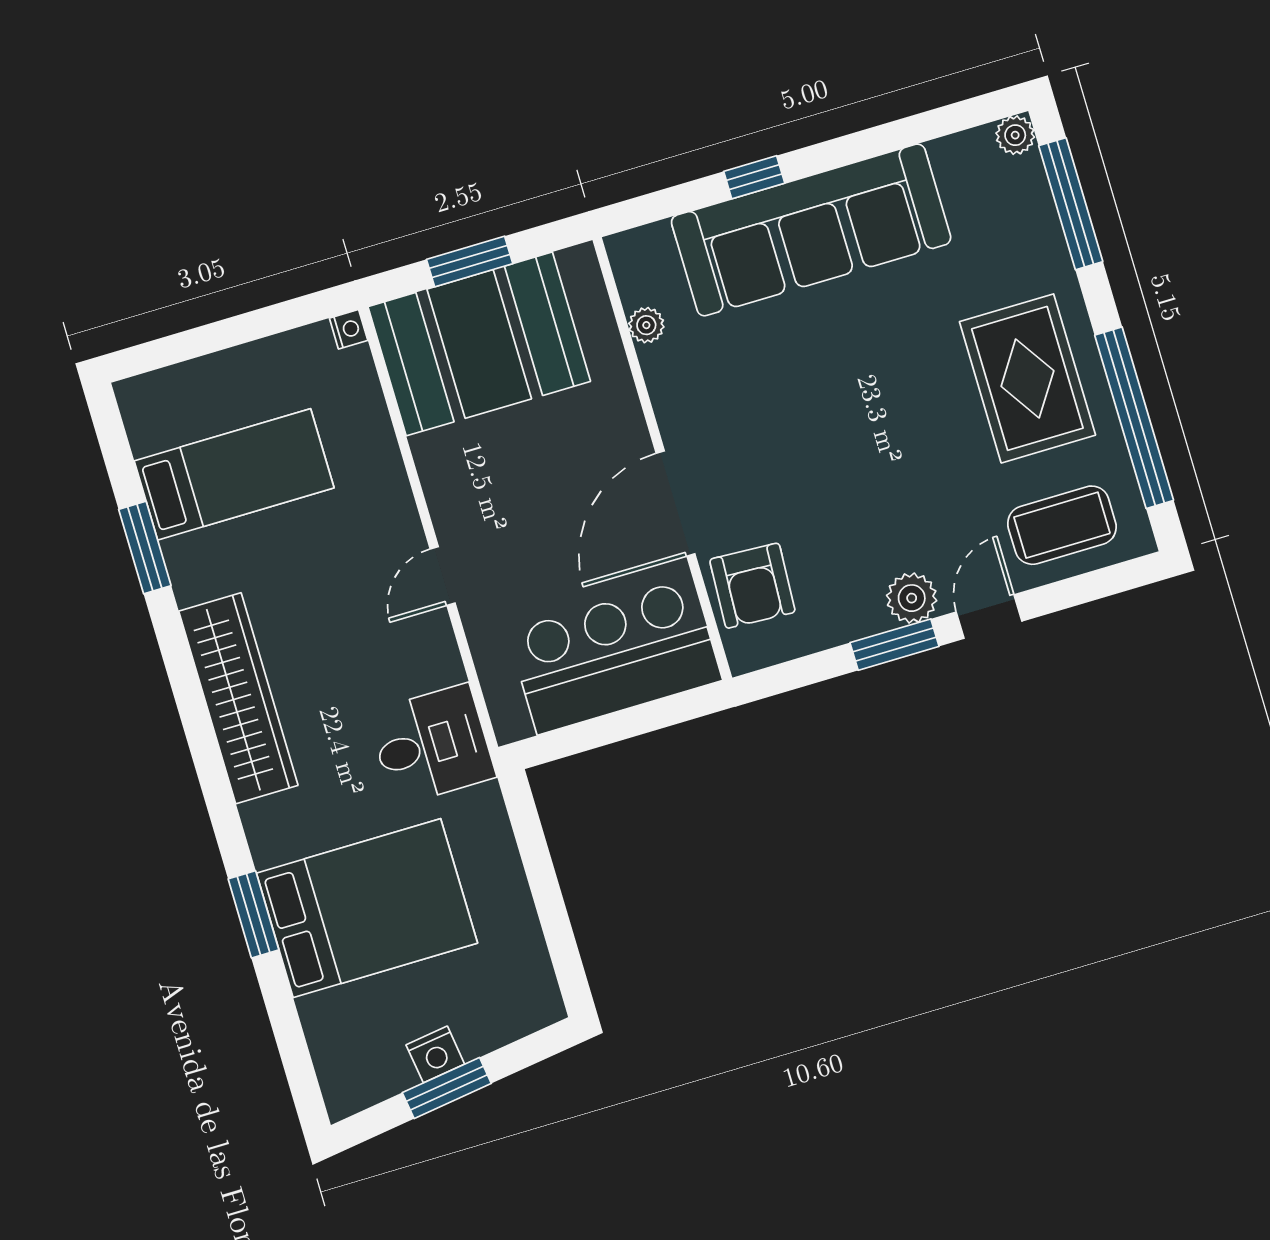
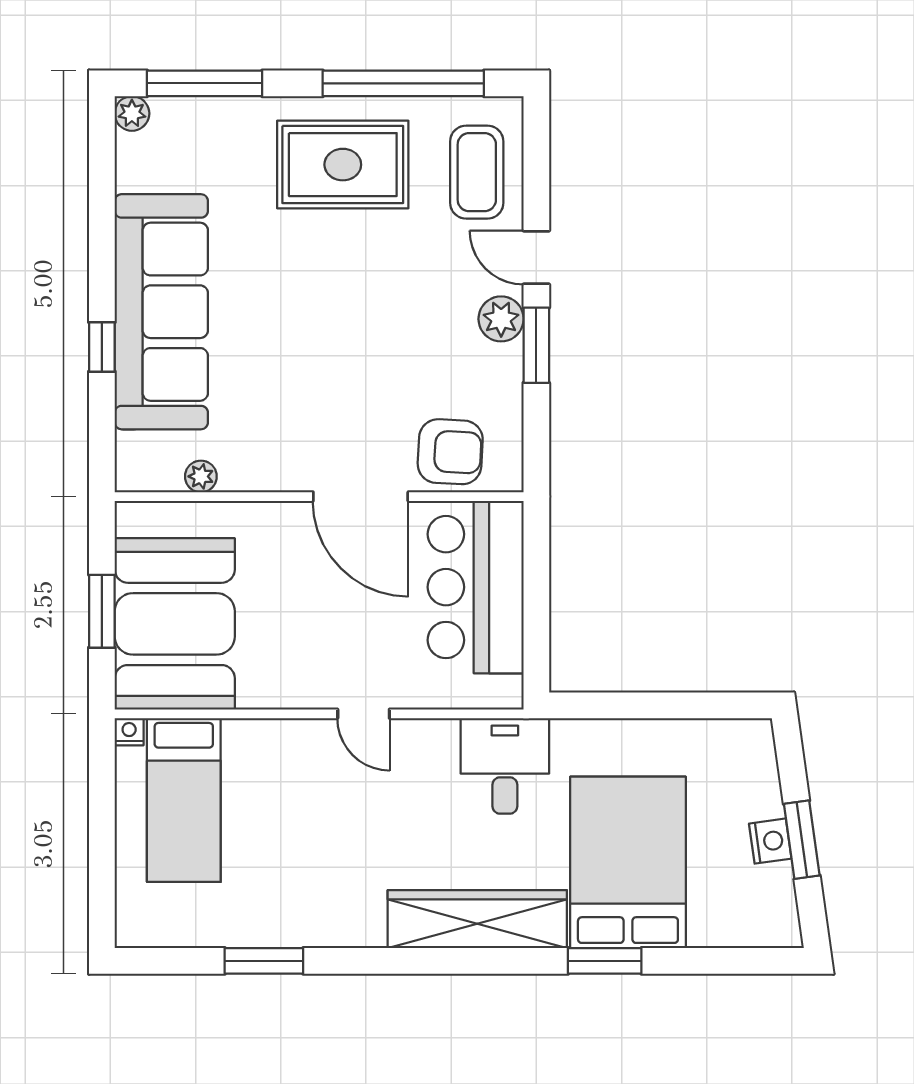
bed: (234, 474) -> (184, 800), moved, turned 180
wardrobe: (238, 698) -> (477, 919), moved

